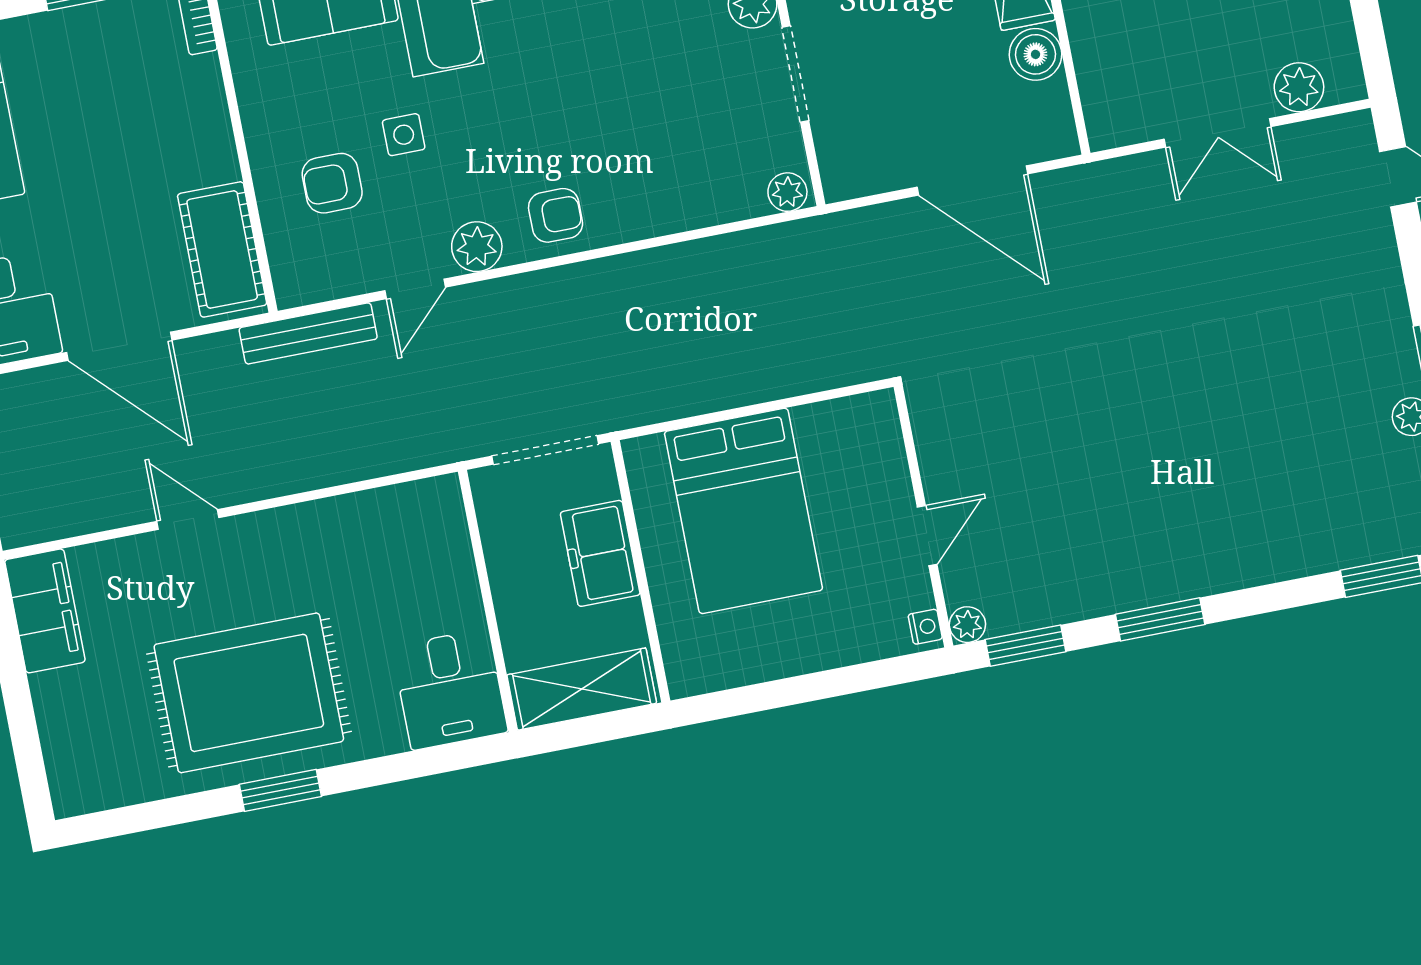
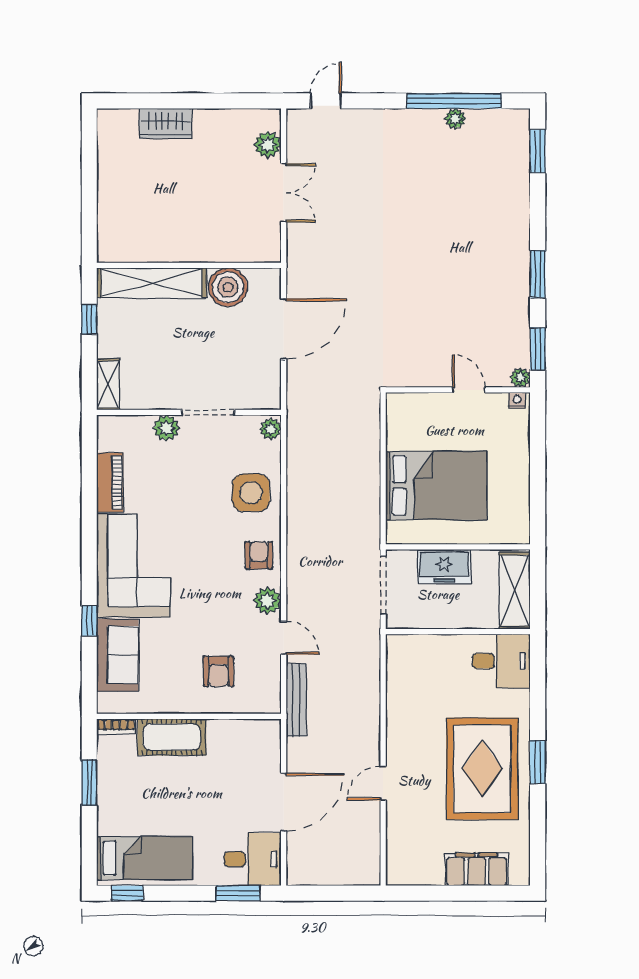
boiler: (1035, 54) -> (228, 287), width x1.37, depth x1.37
side table: (404, 135) -> (251, 493), moved, width x1.87, depth x1.87
cot: (222, 249) -> (172, 737), moved
filing cabinet: (45, 611) -> (477, 869), moved

